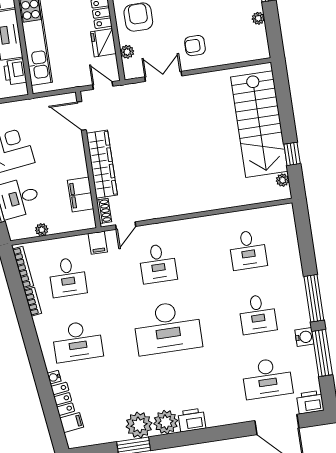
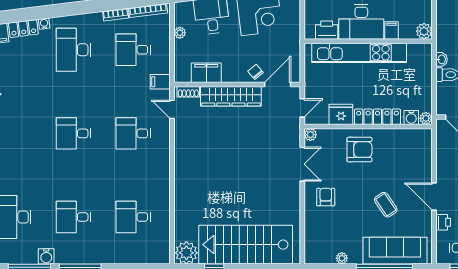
plant: (127, 52) -> (310, 135), moved
chair: (72, 142) -> (255, 72), added
plant: (283, 180) -> (186, 253), width x1.88, depth x1.88
desk: (167, 328) -> (73, 133), width x0.53, depth x0.77

